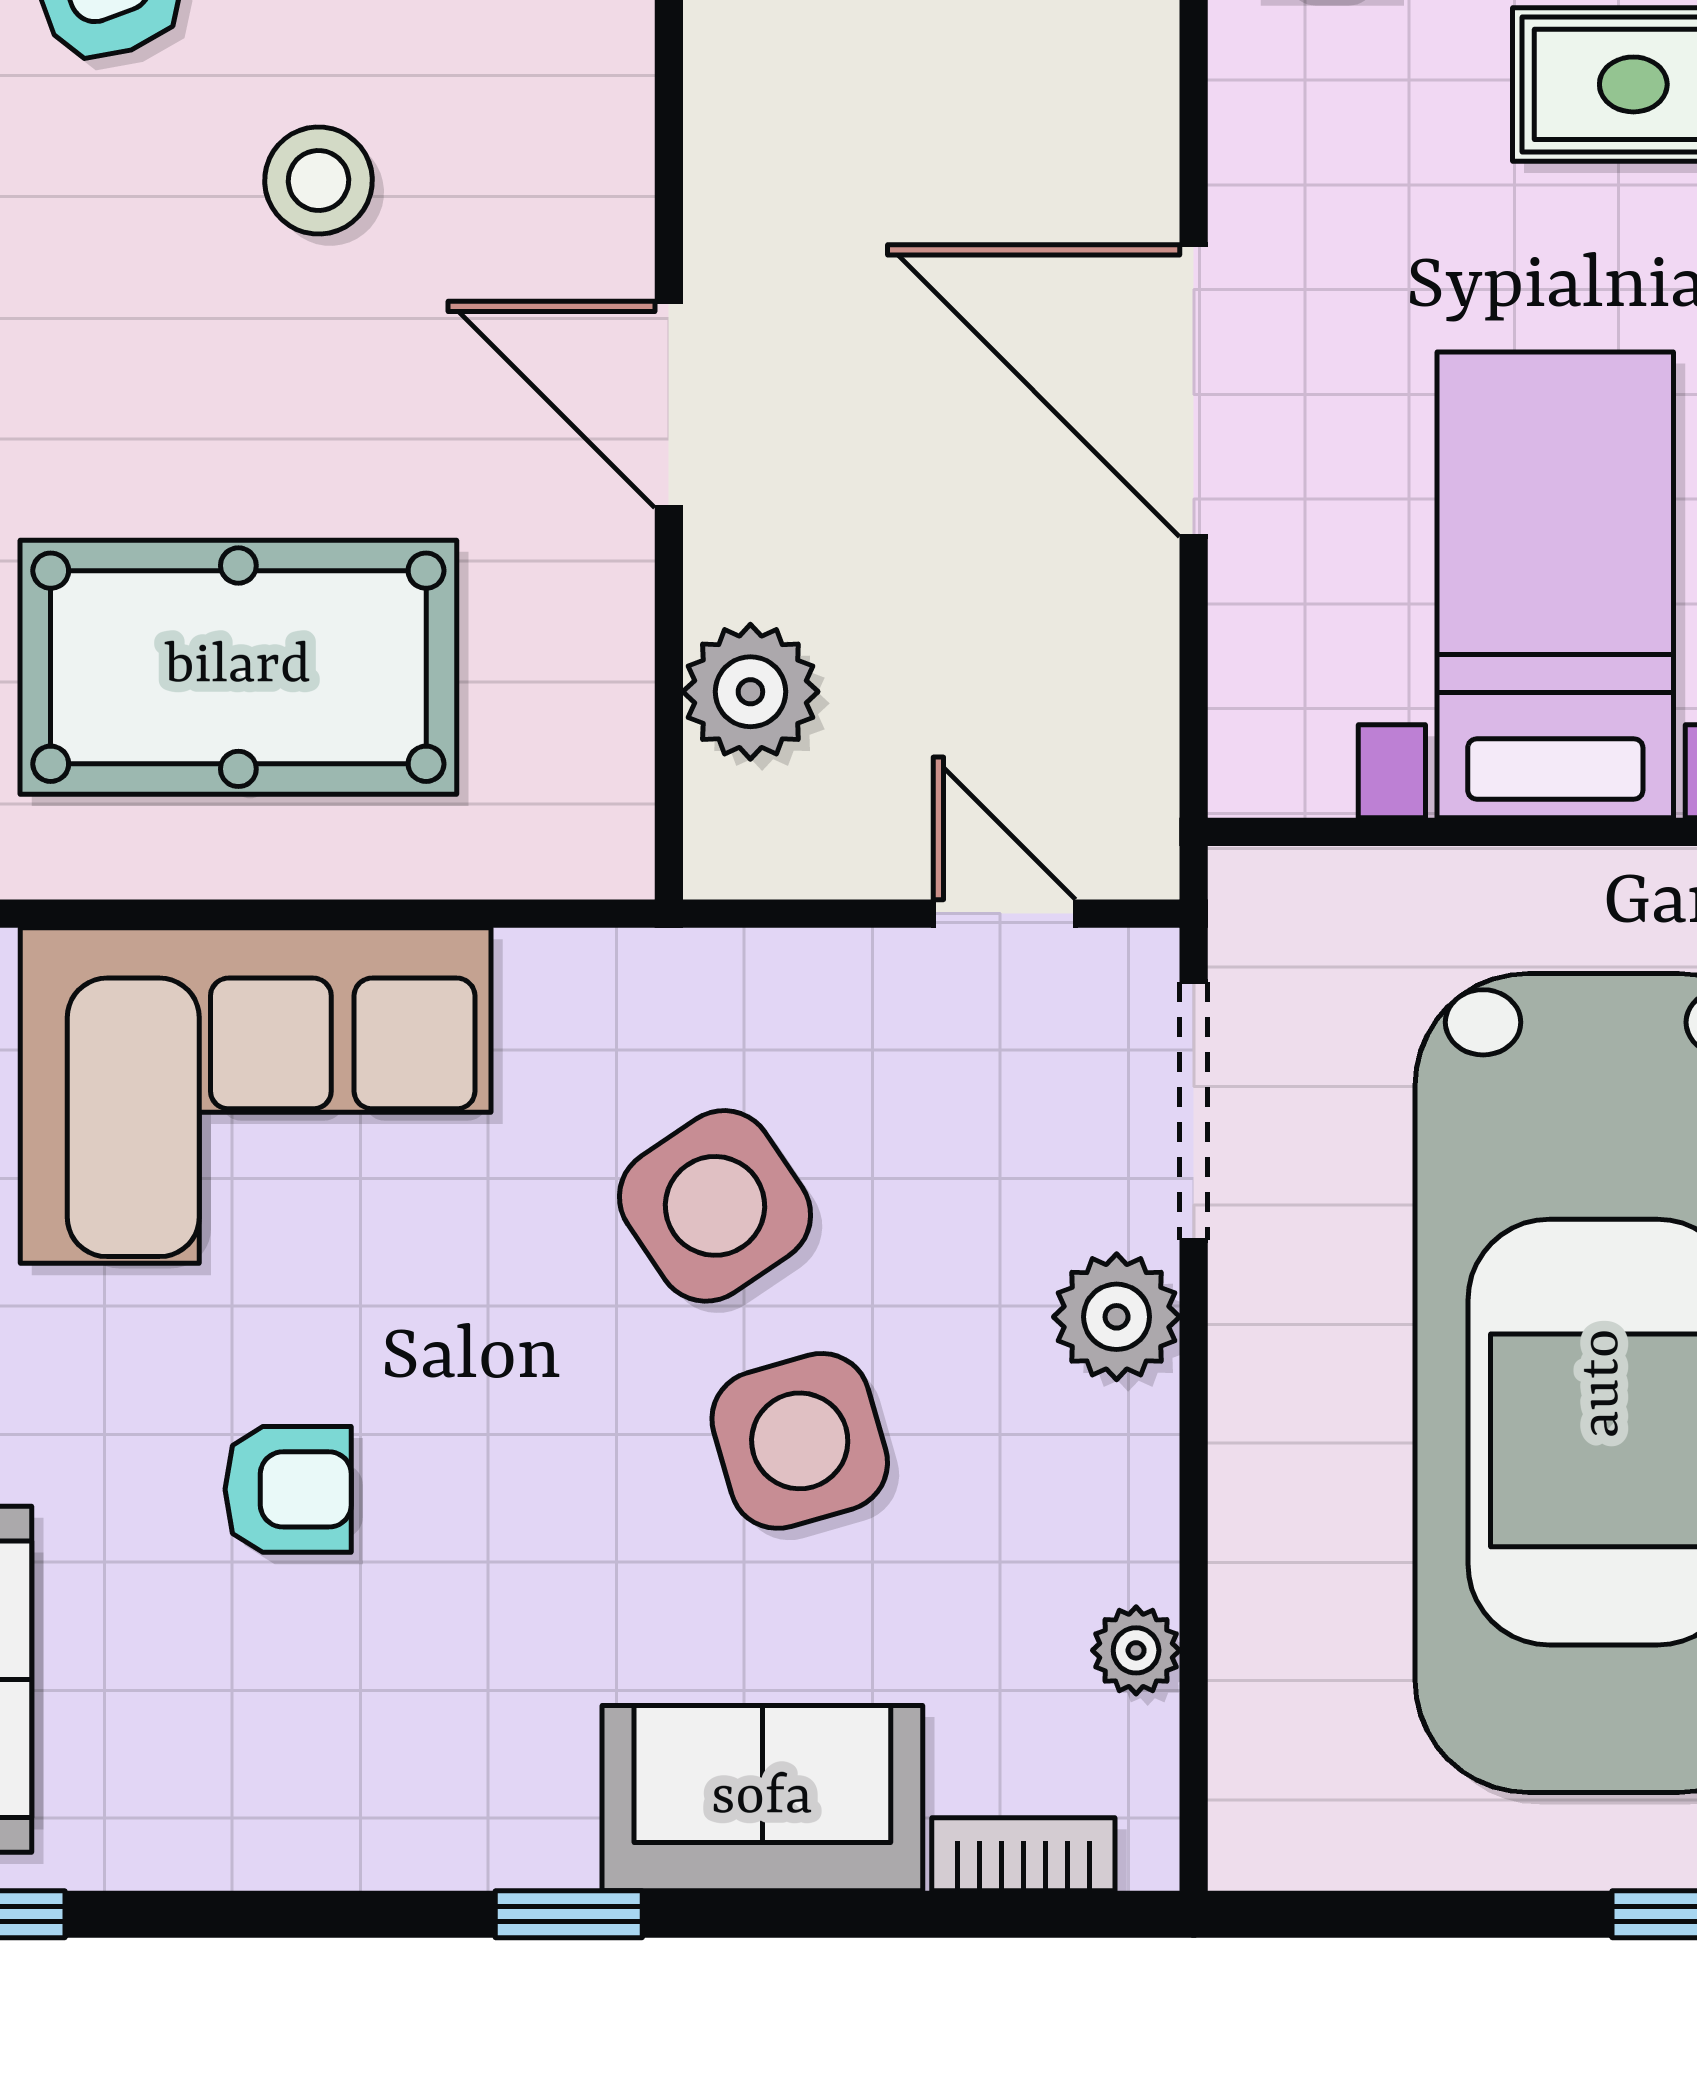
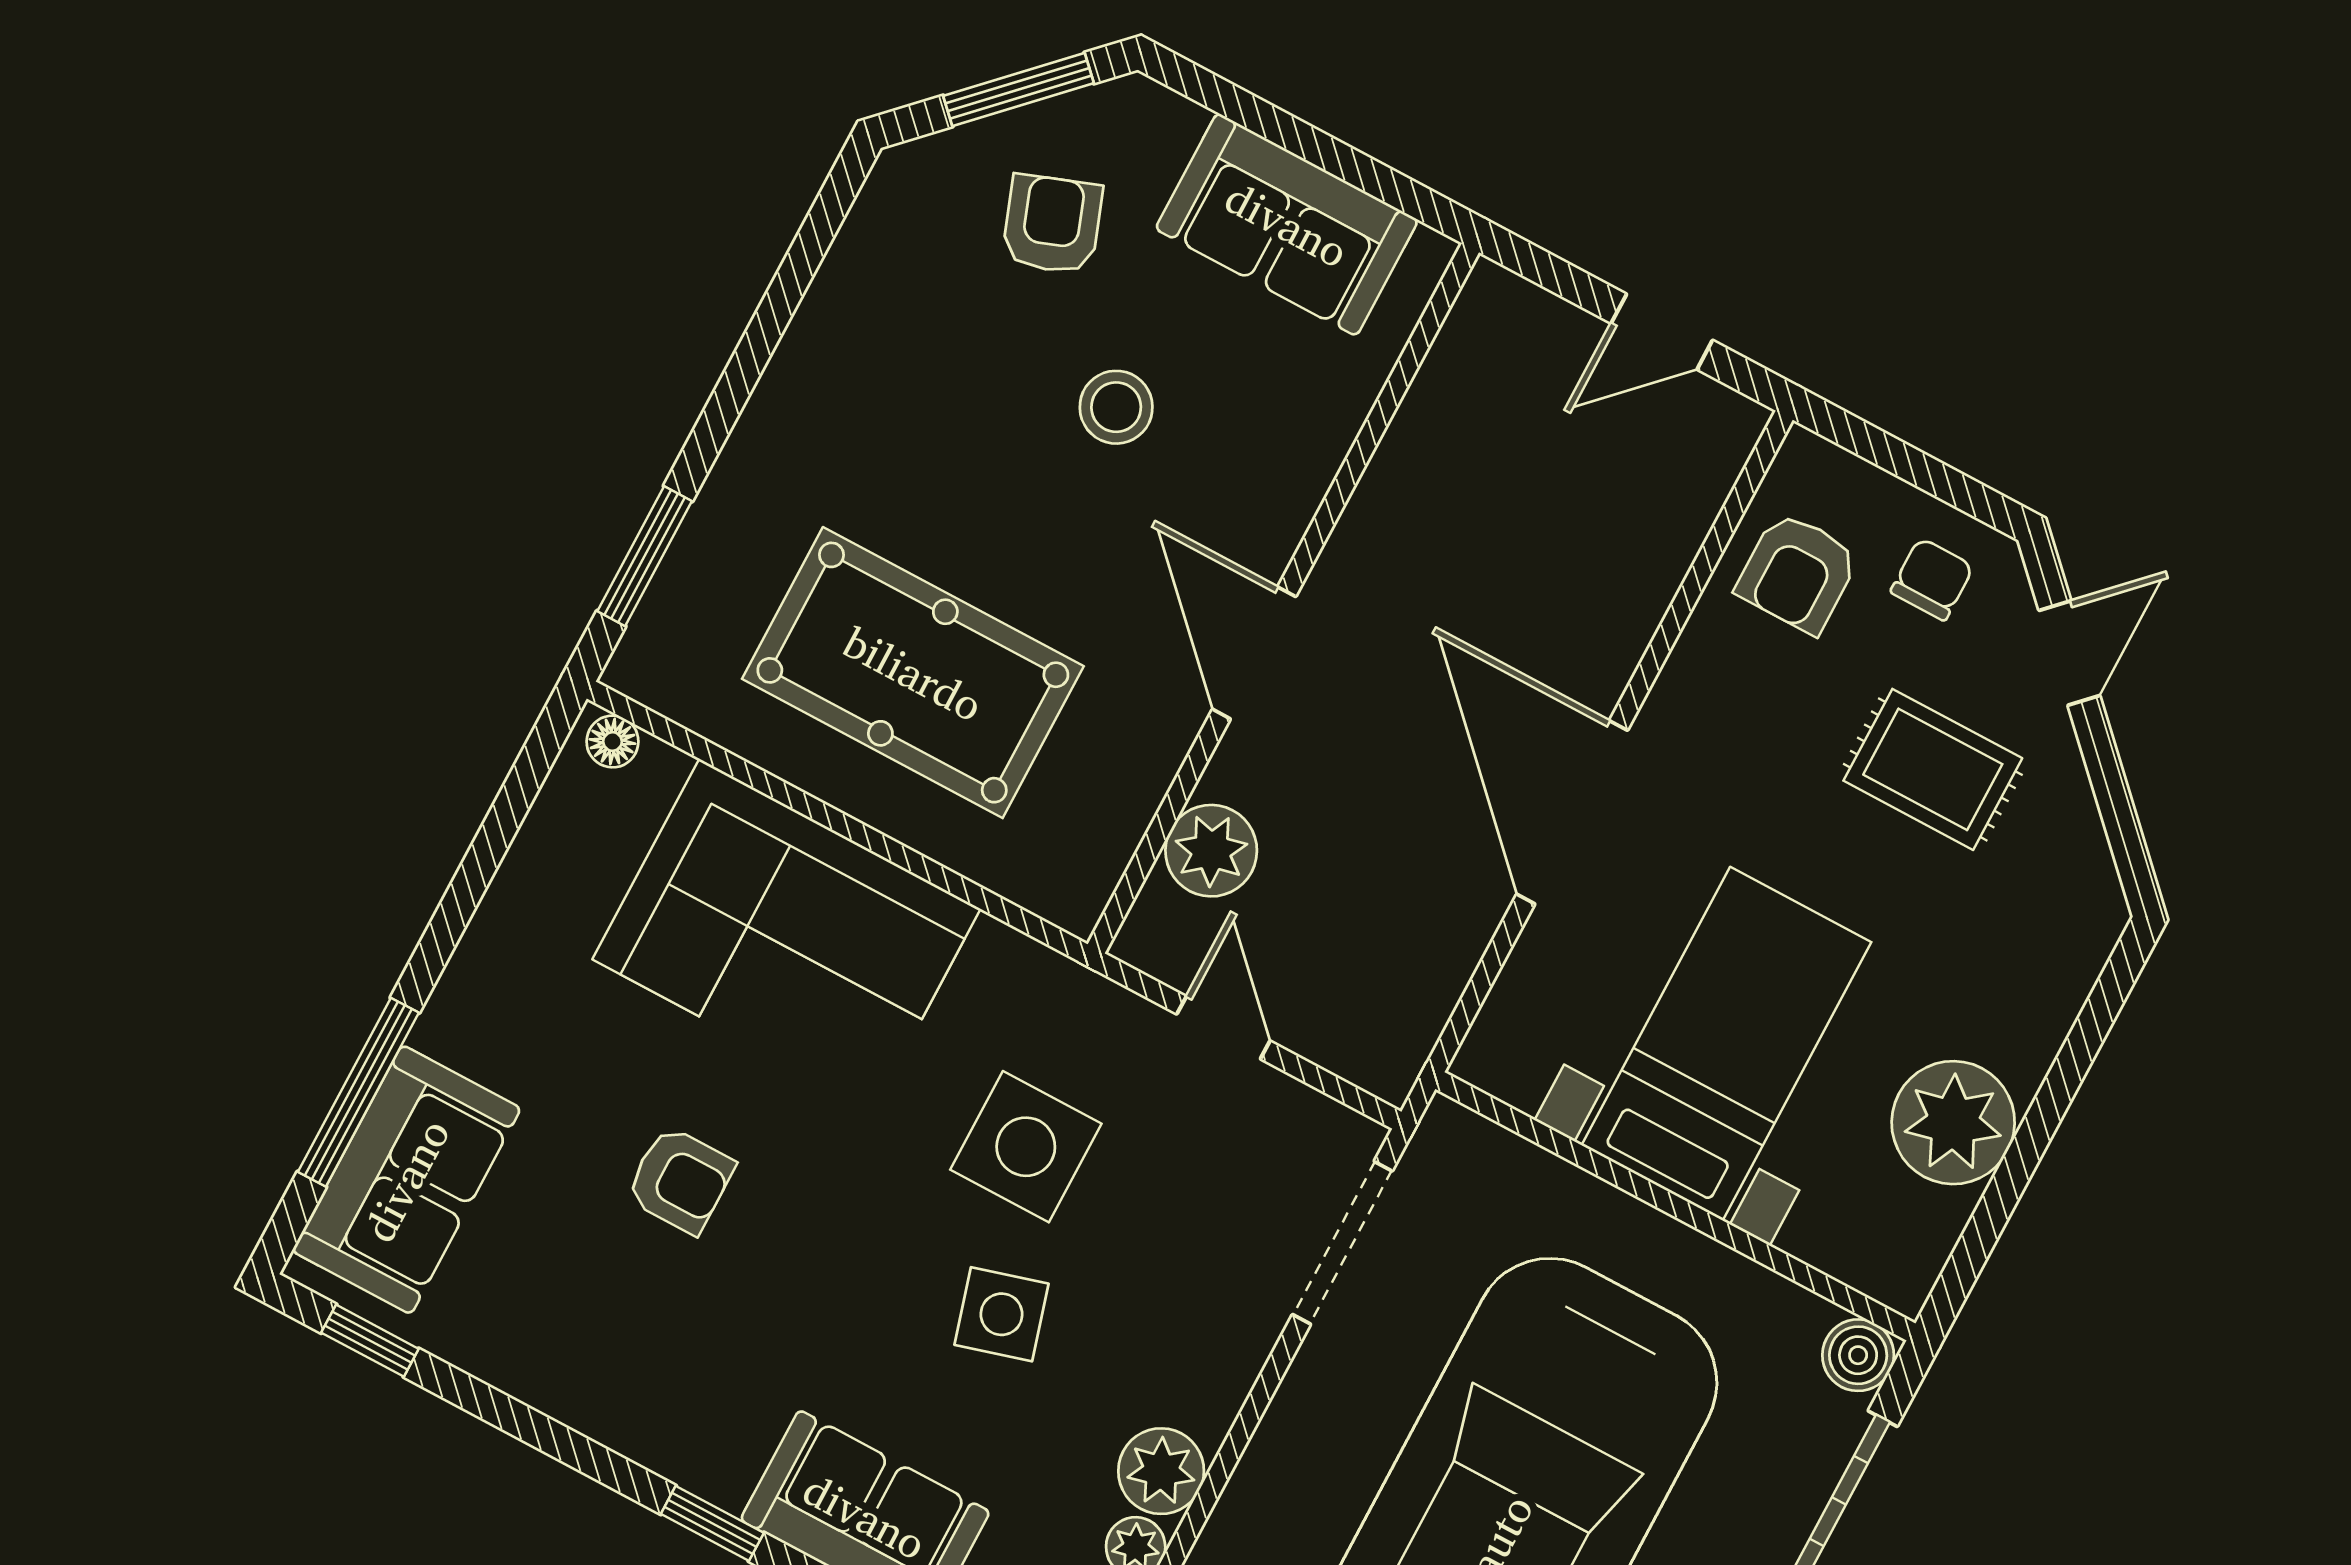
door: (1004, 914) -> (1223, 1028), moved
side table: (715, 1206) -> (1026, 1147), turned 34
plant: (1117, 1317) -> (1161, 1471), moved
side table: (800, 1441) -> (1001, 1314), width x0.73, depth x0.73

